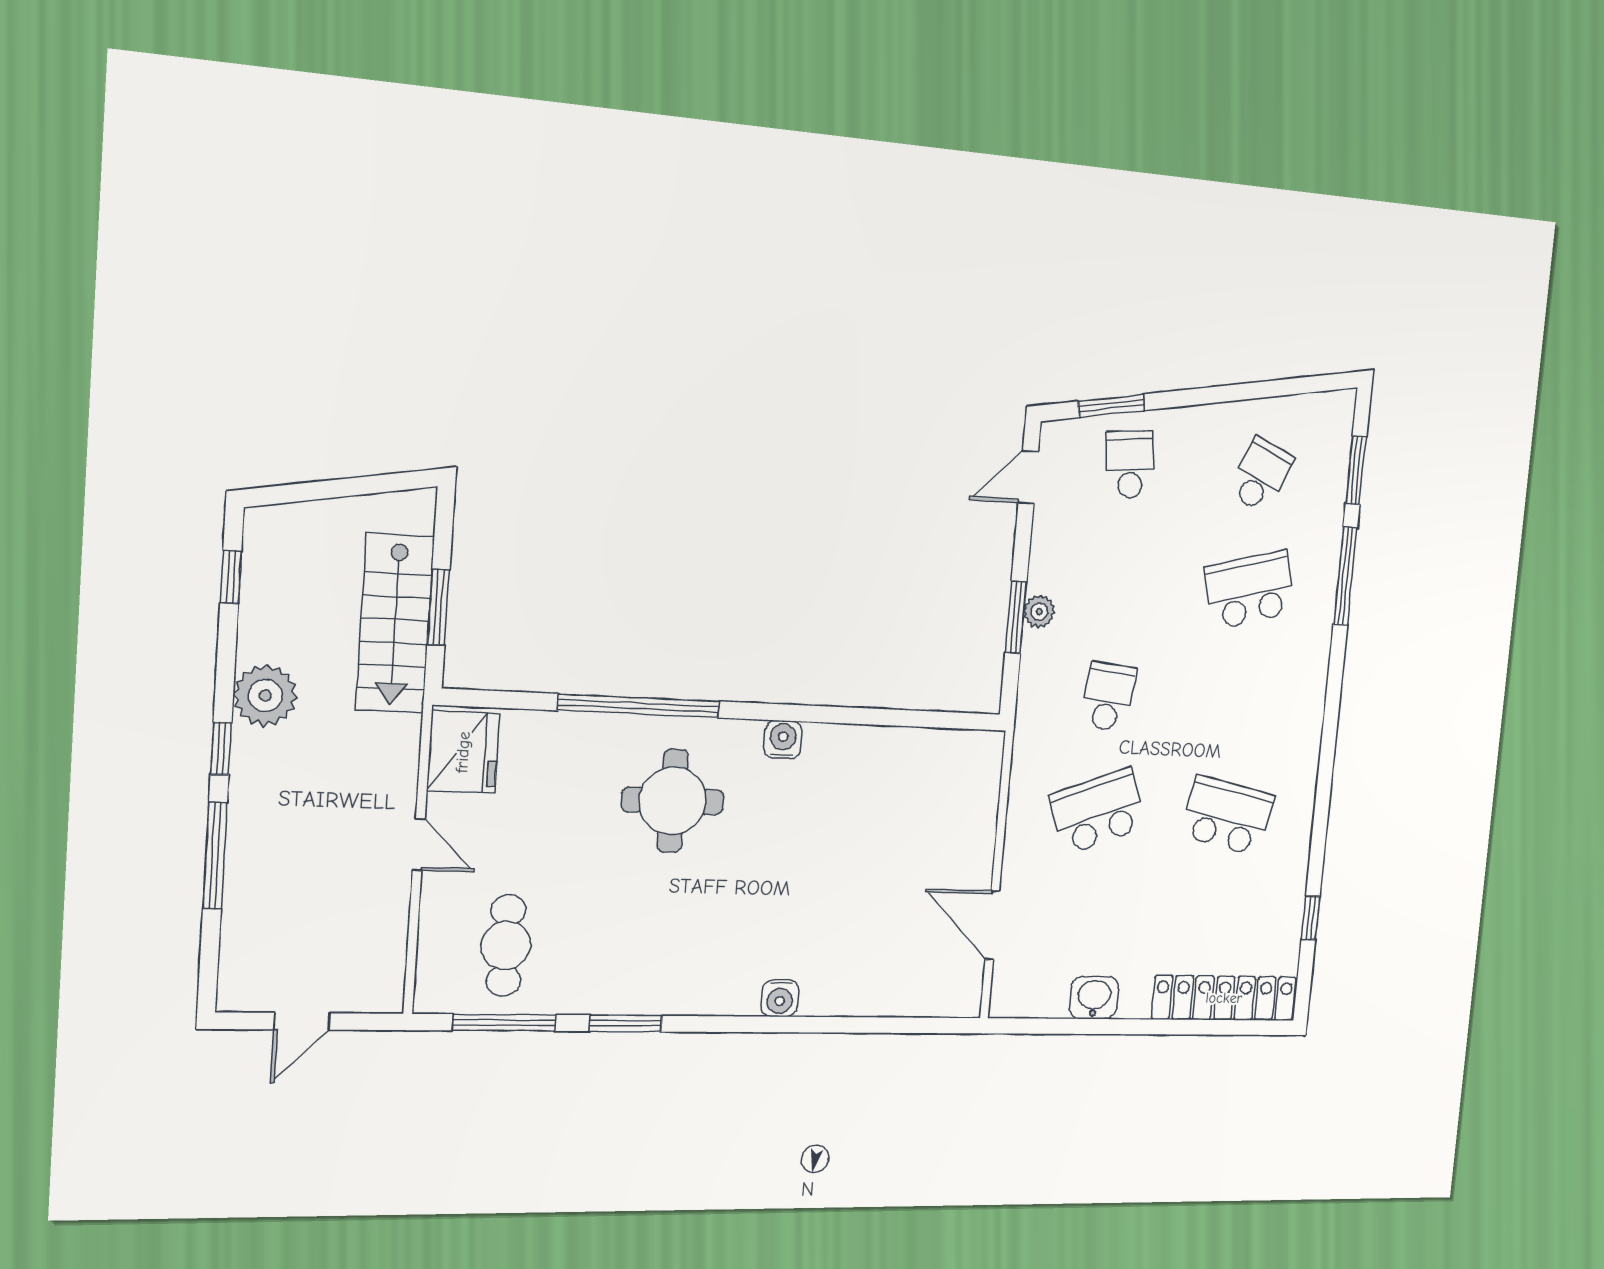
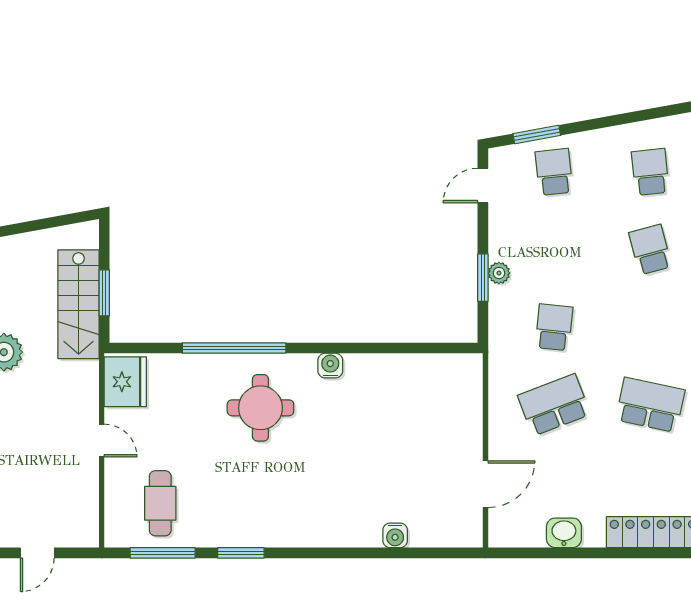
school desk: (1261, 475) -> (650, 172), turned -30
school desk: (1250, 590) -> (650, 250), width x0.54
door: (992, 925) -> (485, 484), swing flipped
water cooler: (780, 998) -> (395, 535), moved

